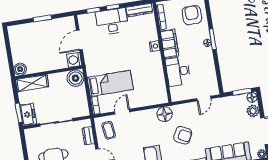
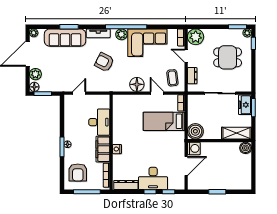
door: (122, 112) -> (157, 93), swing flipped
floor lamp: (165, 114) -> (137, 84), moved

